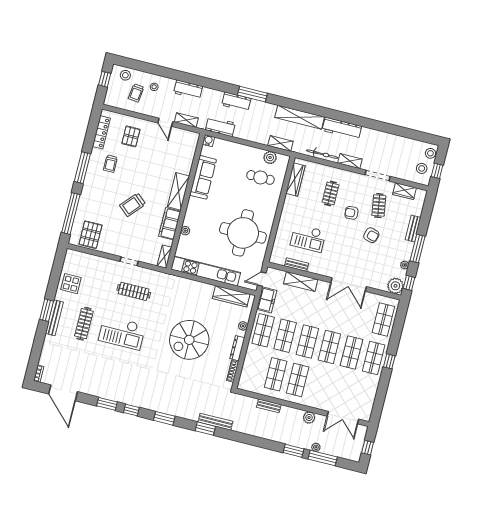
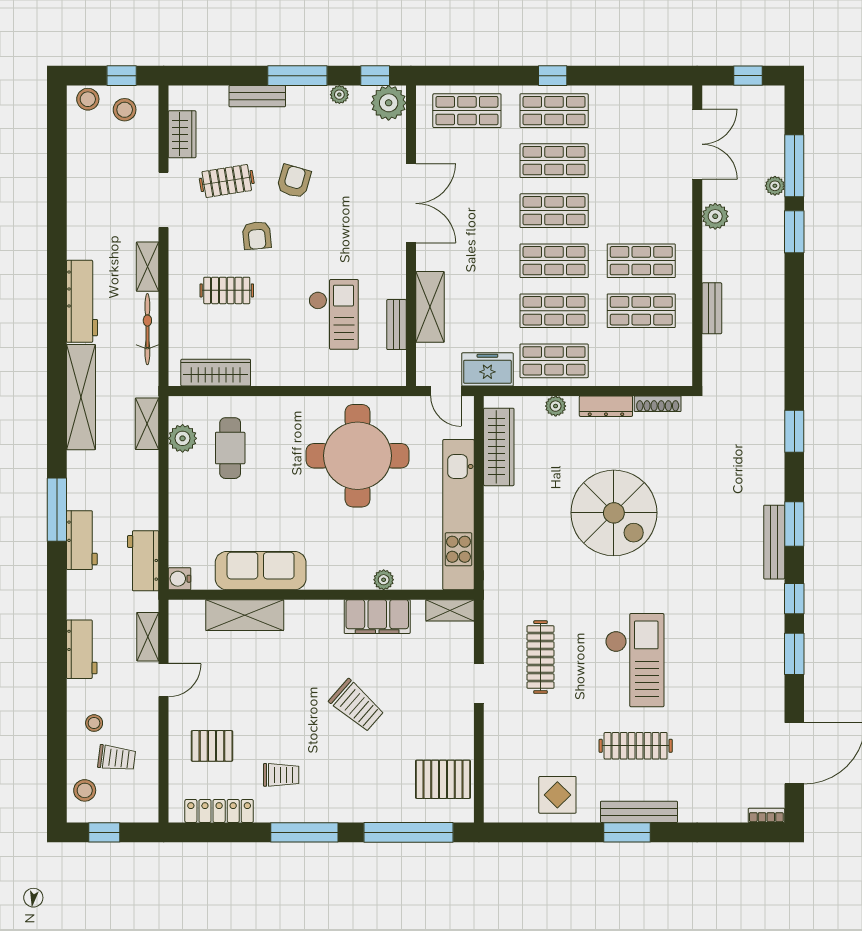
shelving: (179, 191) -> (245, 615), moved
bench: (215, 422) -> (774, 542), moved

